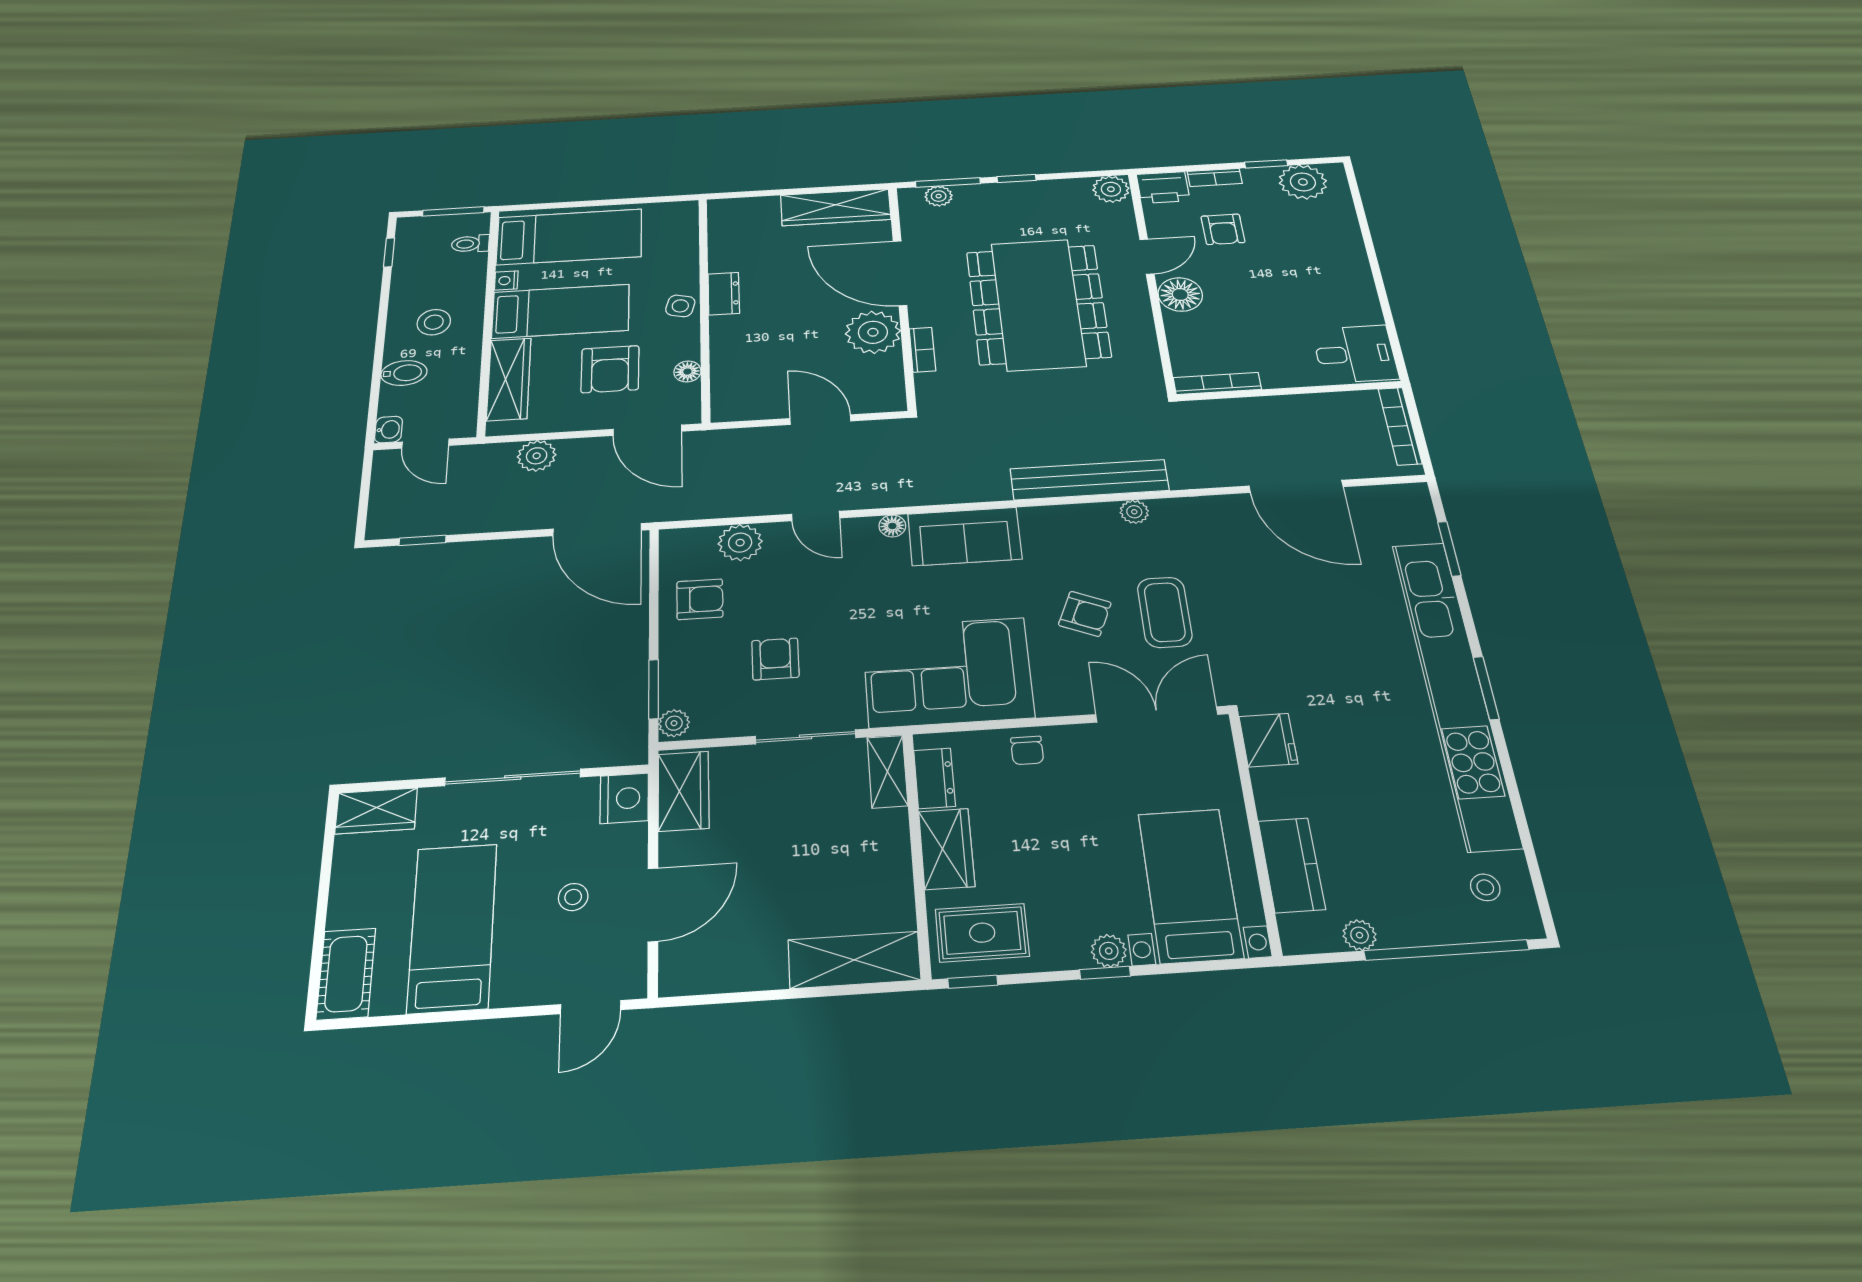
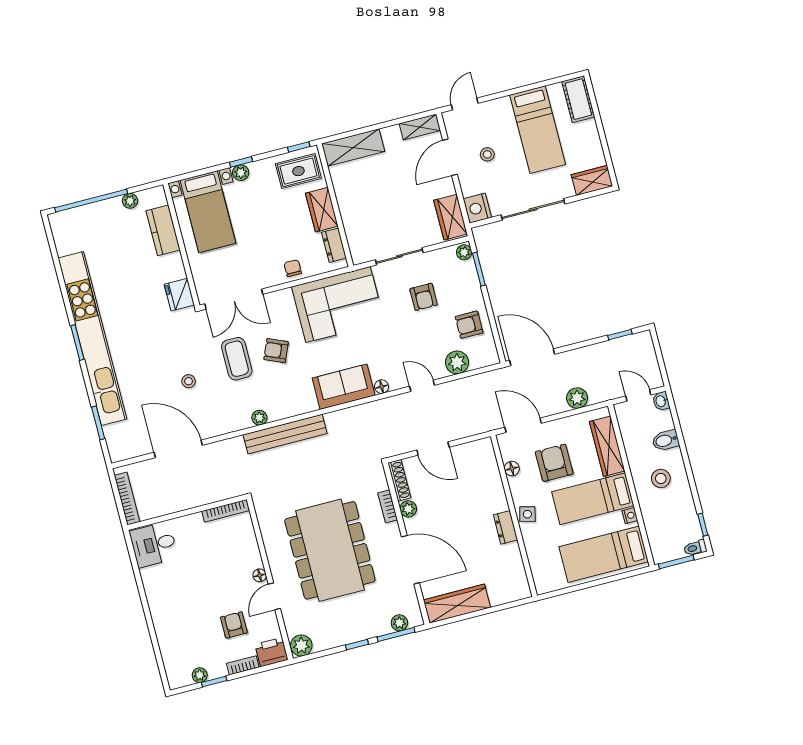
plant: (1303, 182) -> (200, 675), width x0.53, depth x0.53
toilet: (470, 244) -> (695, 548), moved, turned 180
floor lamp: (1180, 294) -> (260, 575), width x0.53, depth x0.53
plant: (873, 332) -> (408, 509), width x0.53, depth x0.53
shoe rack: (893, 383) -> (399, 480), added
shelving: (887, 771) -> (420, 127), moved, turned 90
stool: (1485, 887) -> (189, 381), moved

